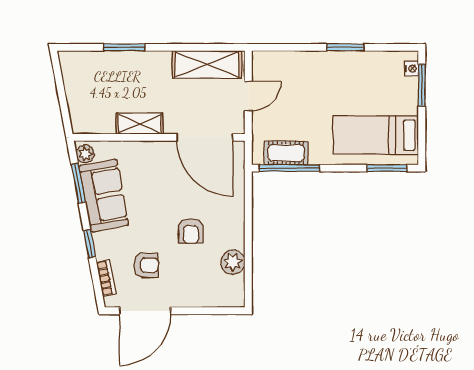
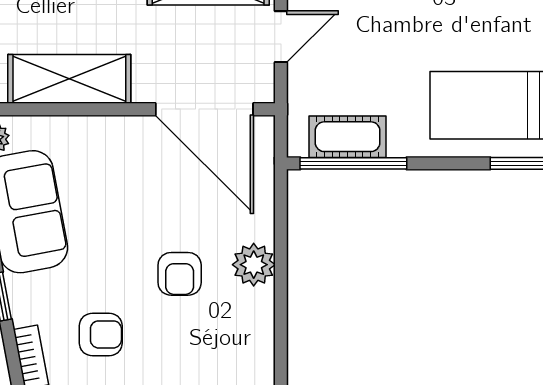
shelving: (140, 124) -> (69, 79), width x1.50, depth x1.33
plant: (233, 262) -> (254, 265), moved

